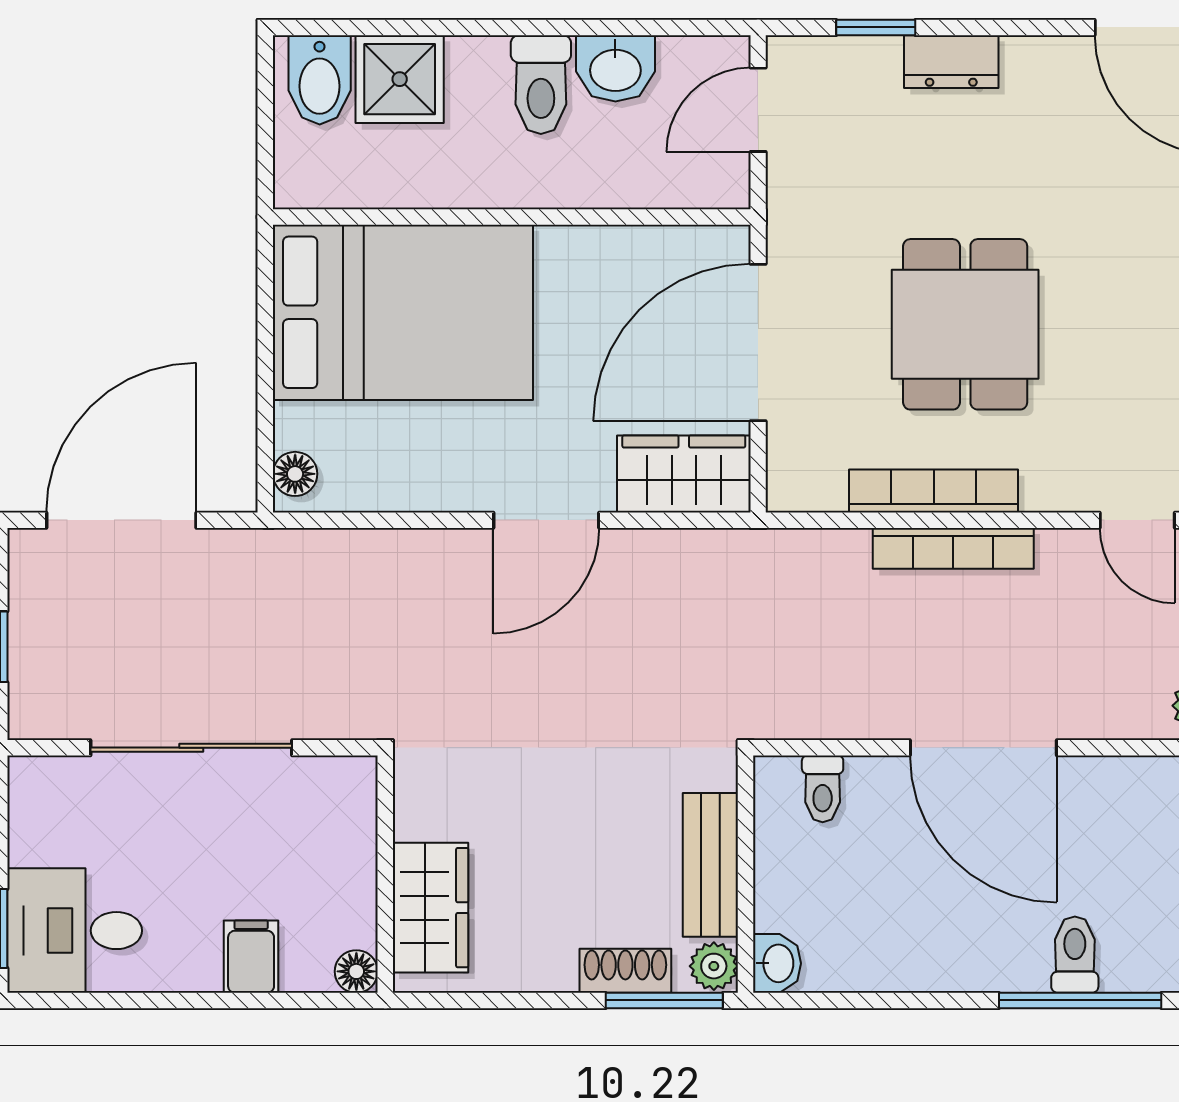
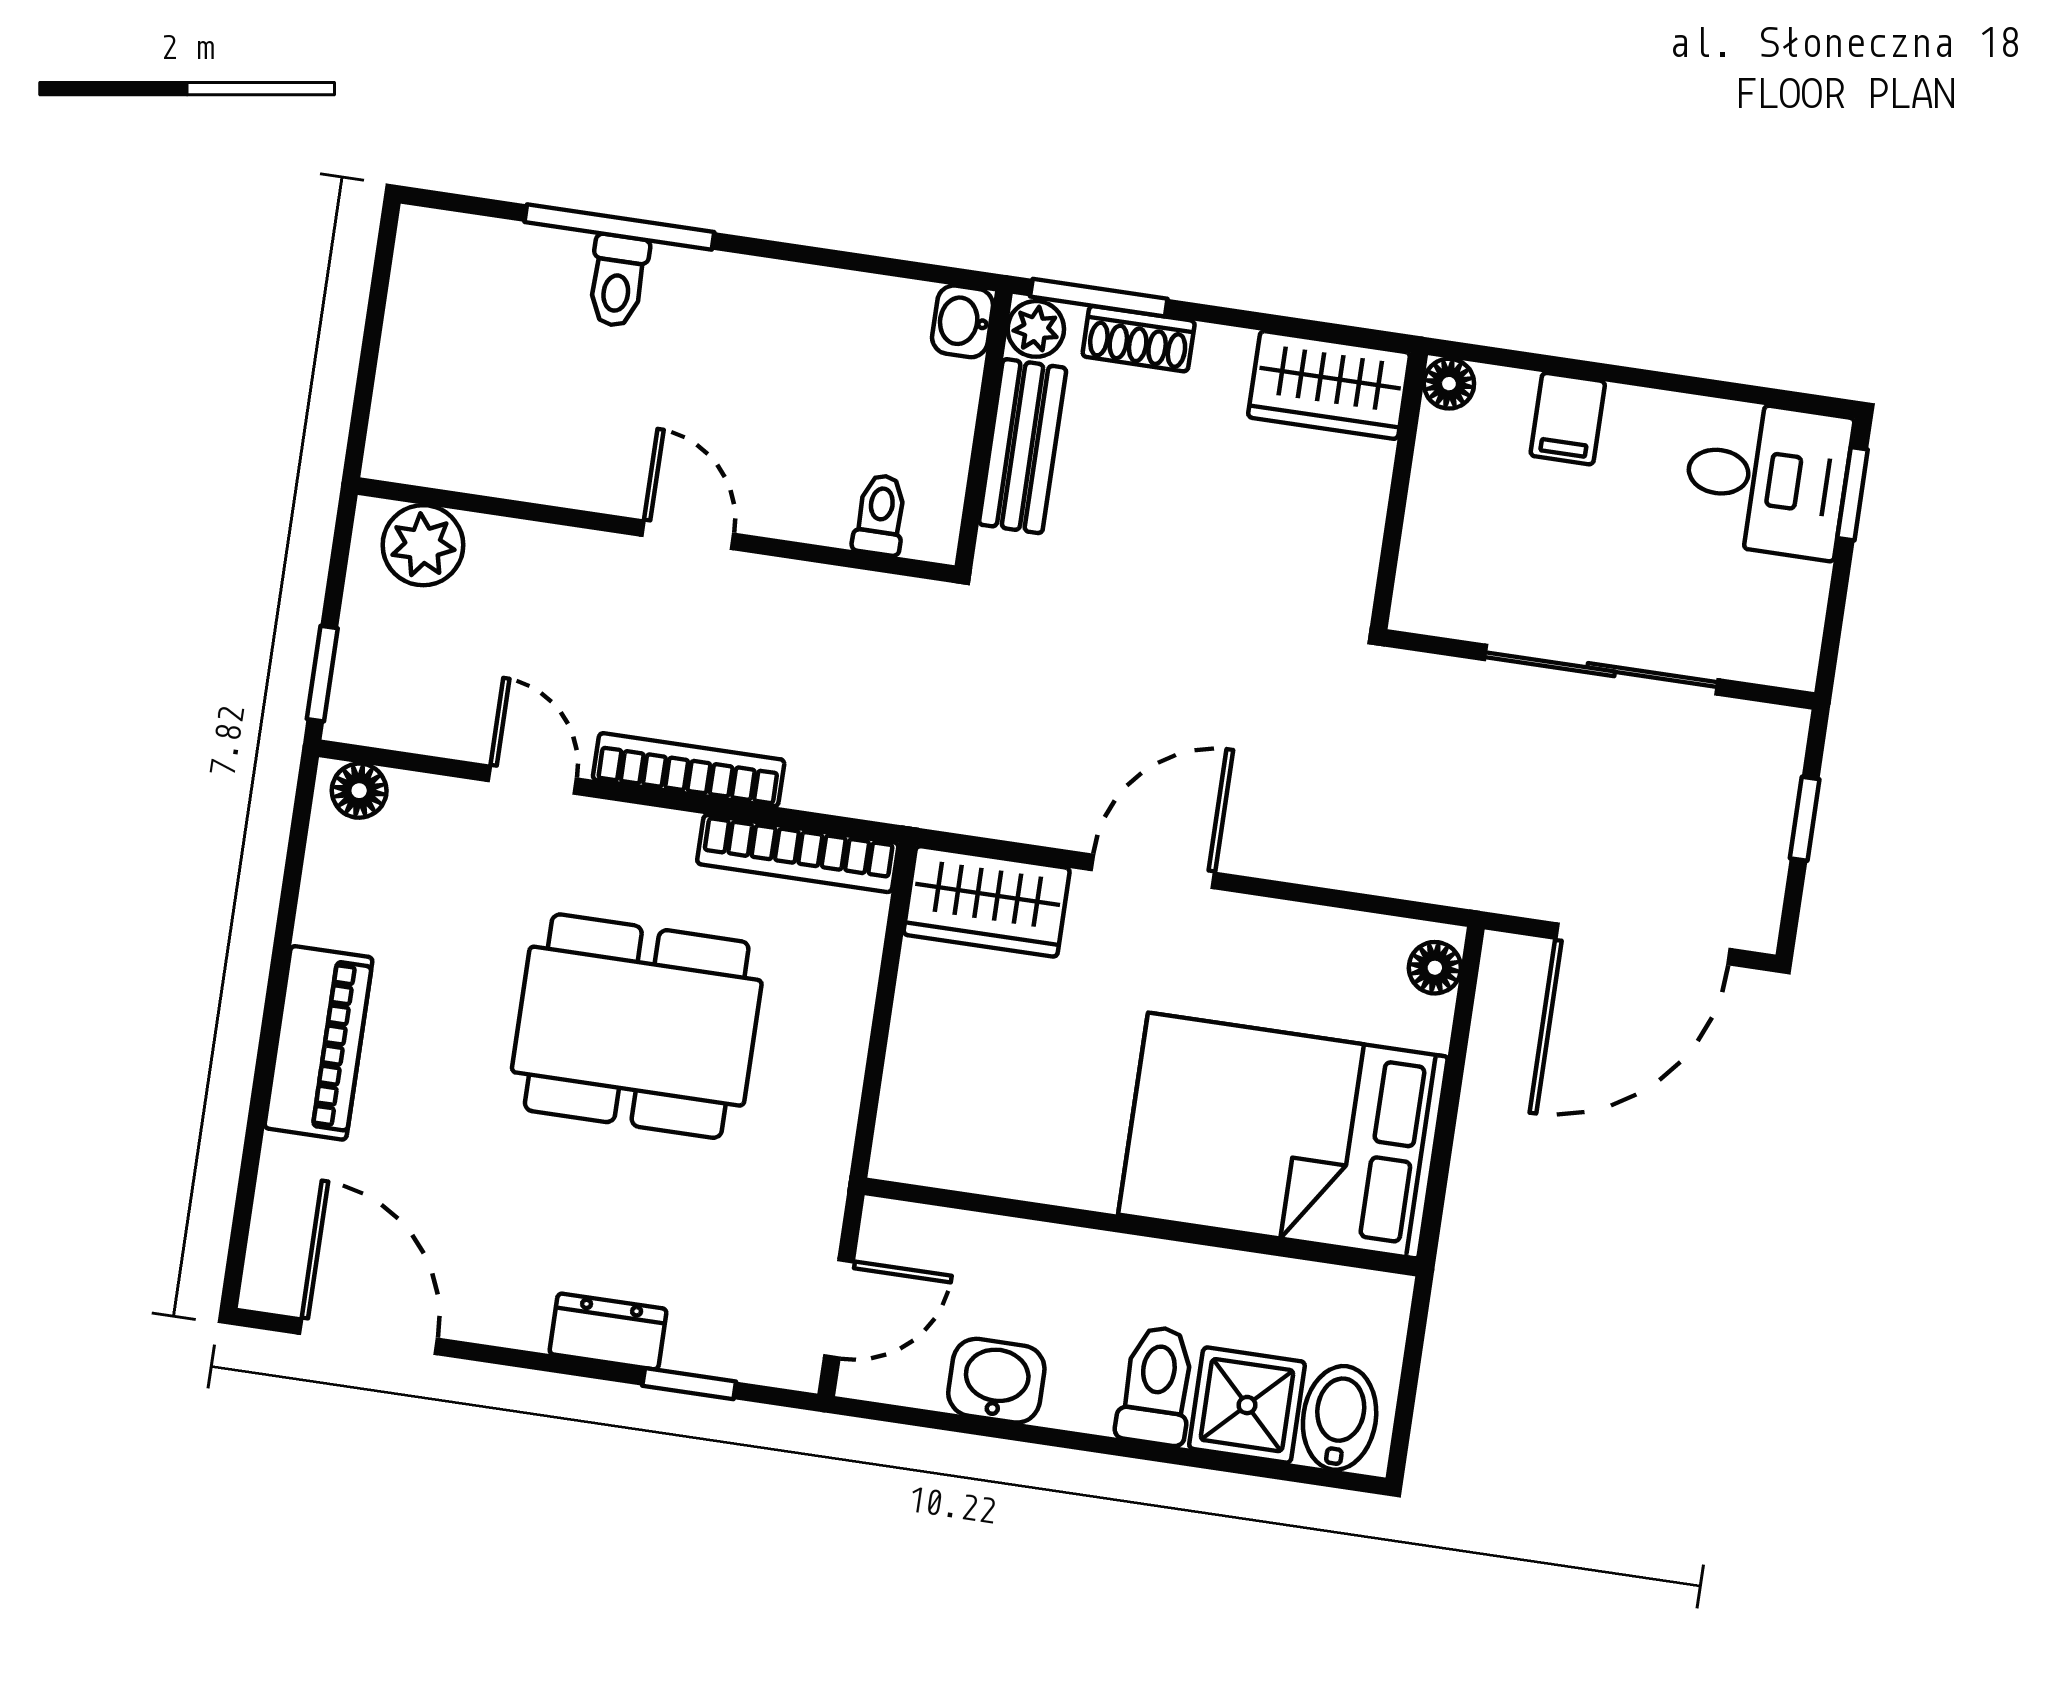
toilet: (541, 85) -> (1157, 1385), moved
dining table: (965, 324) -> (637, 1026), width x1.38
door: (758, 343) -> (879, 1040), removed
bookcase: (934, 491) -> (798, 853), moved
door: (1137, 520) -> (532, 780), moved
door: (983, 748) -> (688, 535), width x0.53
wardrobe: (431, 908) -> (1329, 385), moved, turned -90

